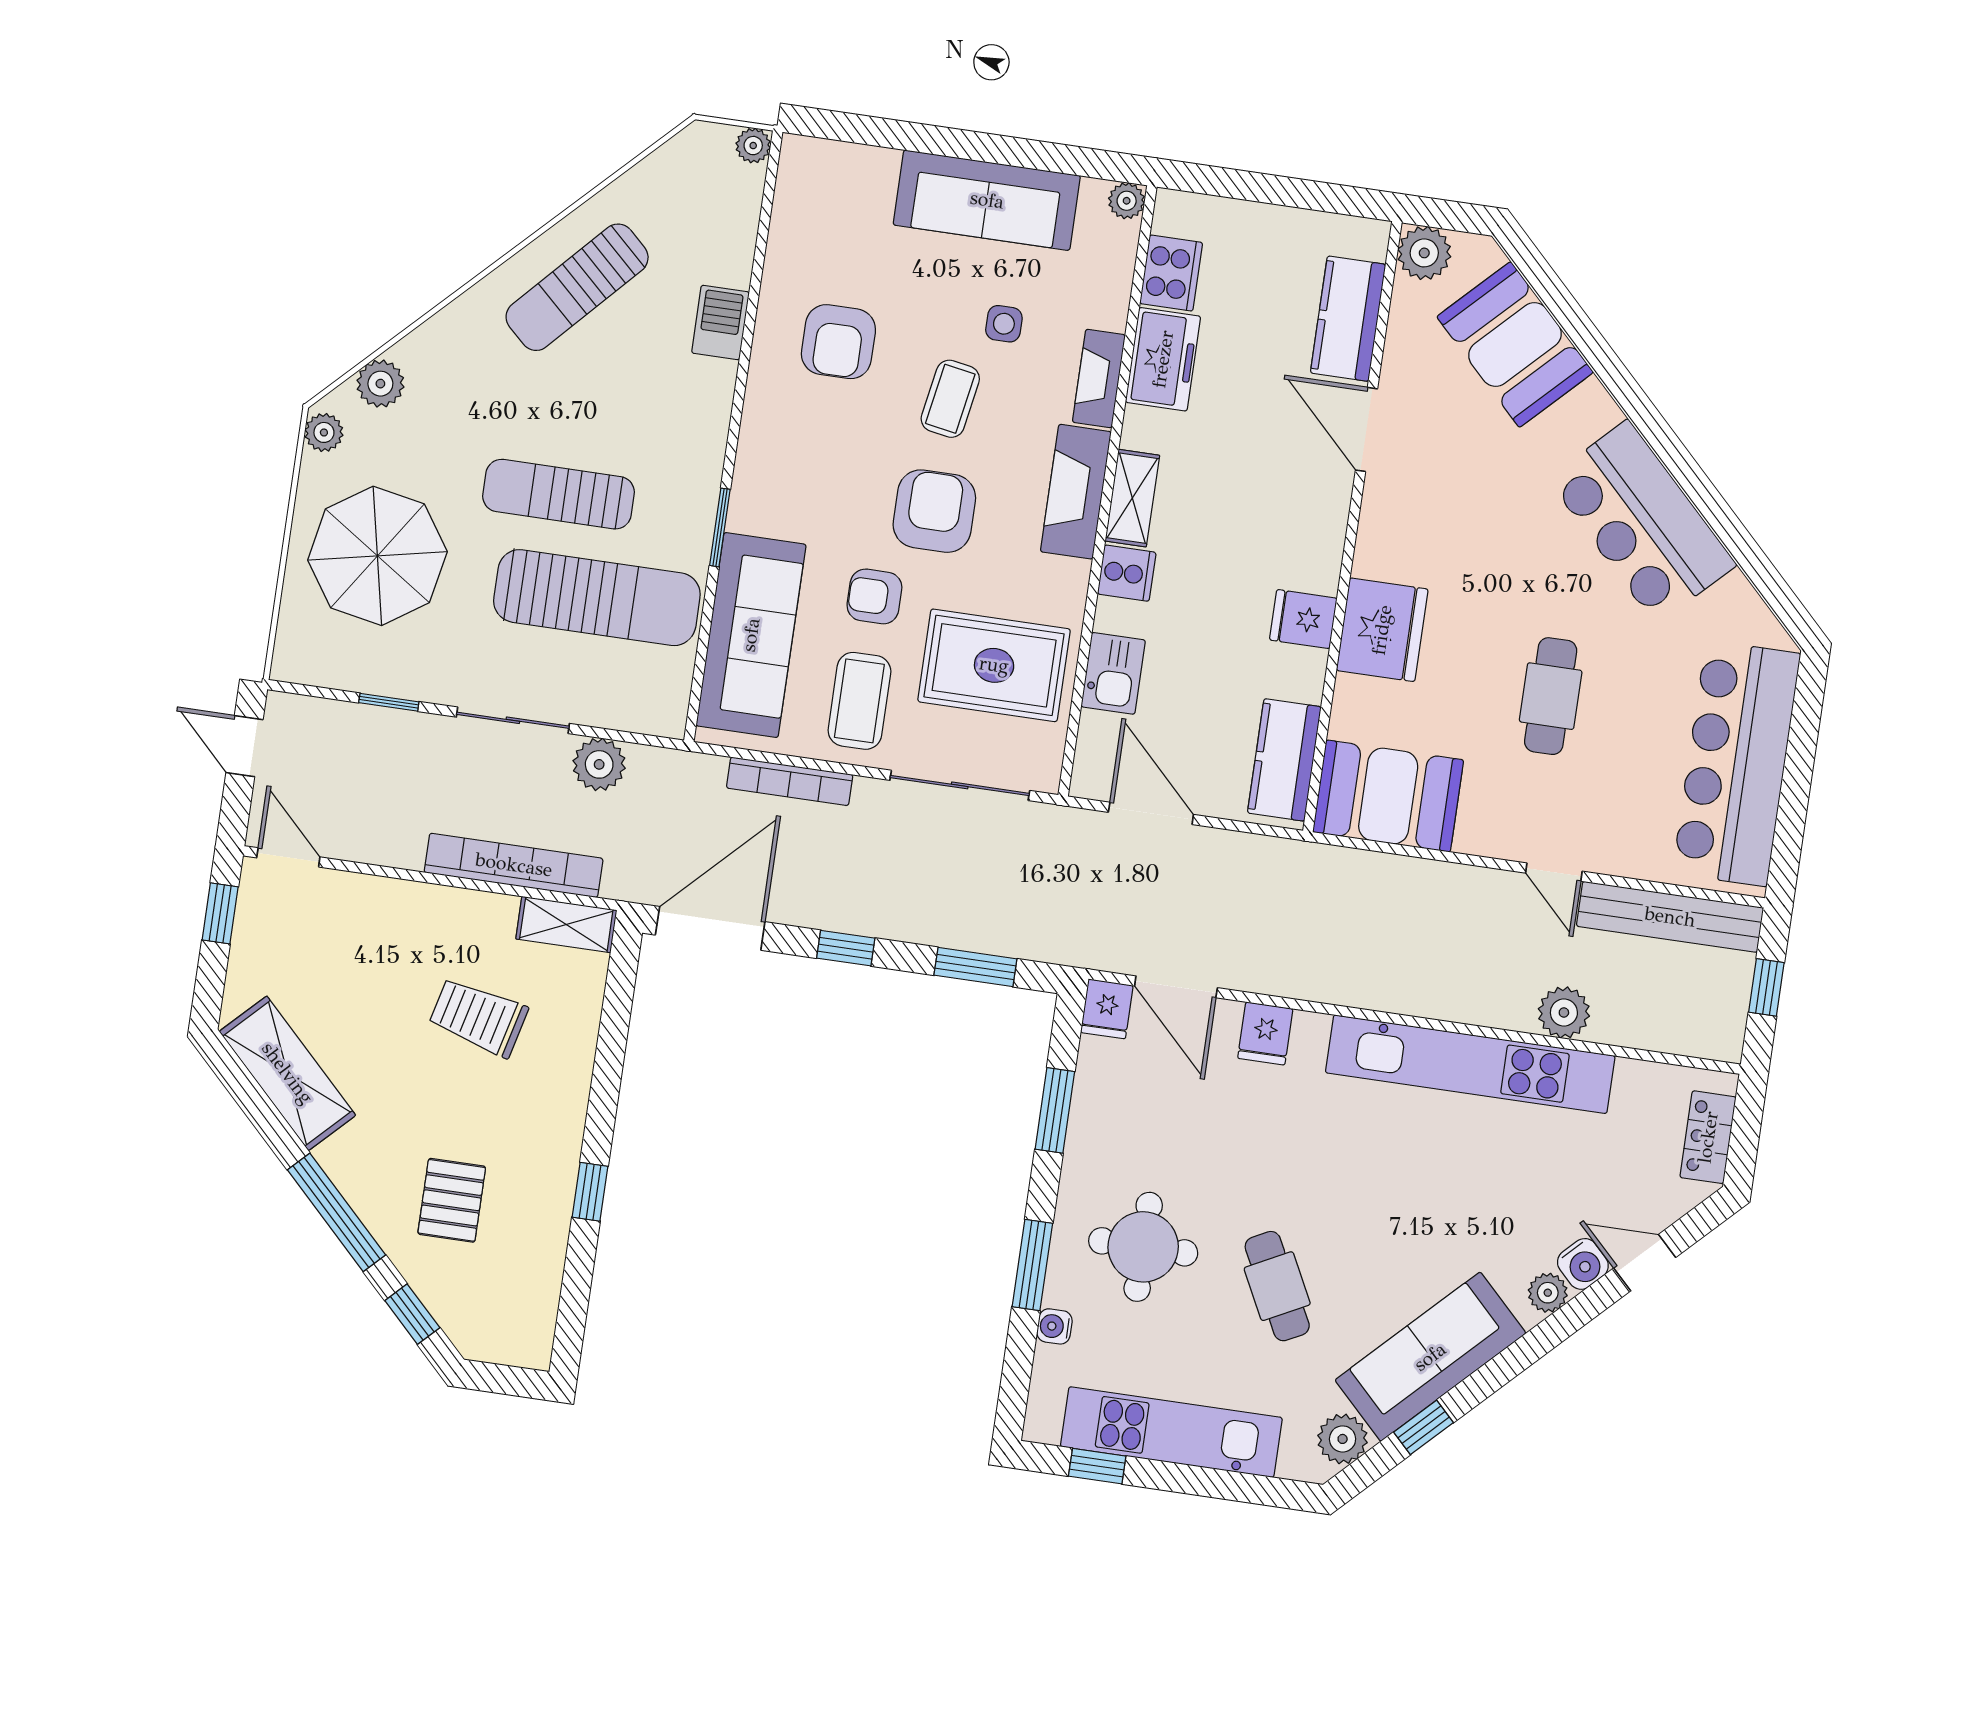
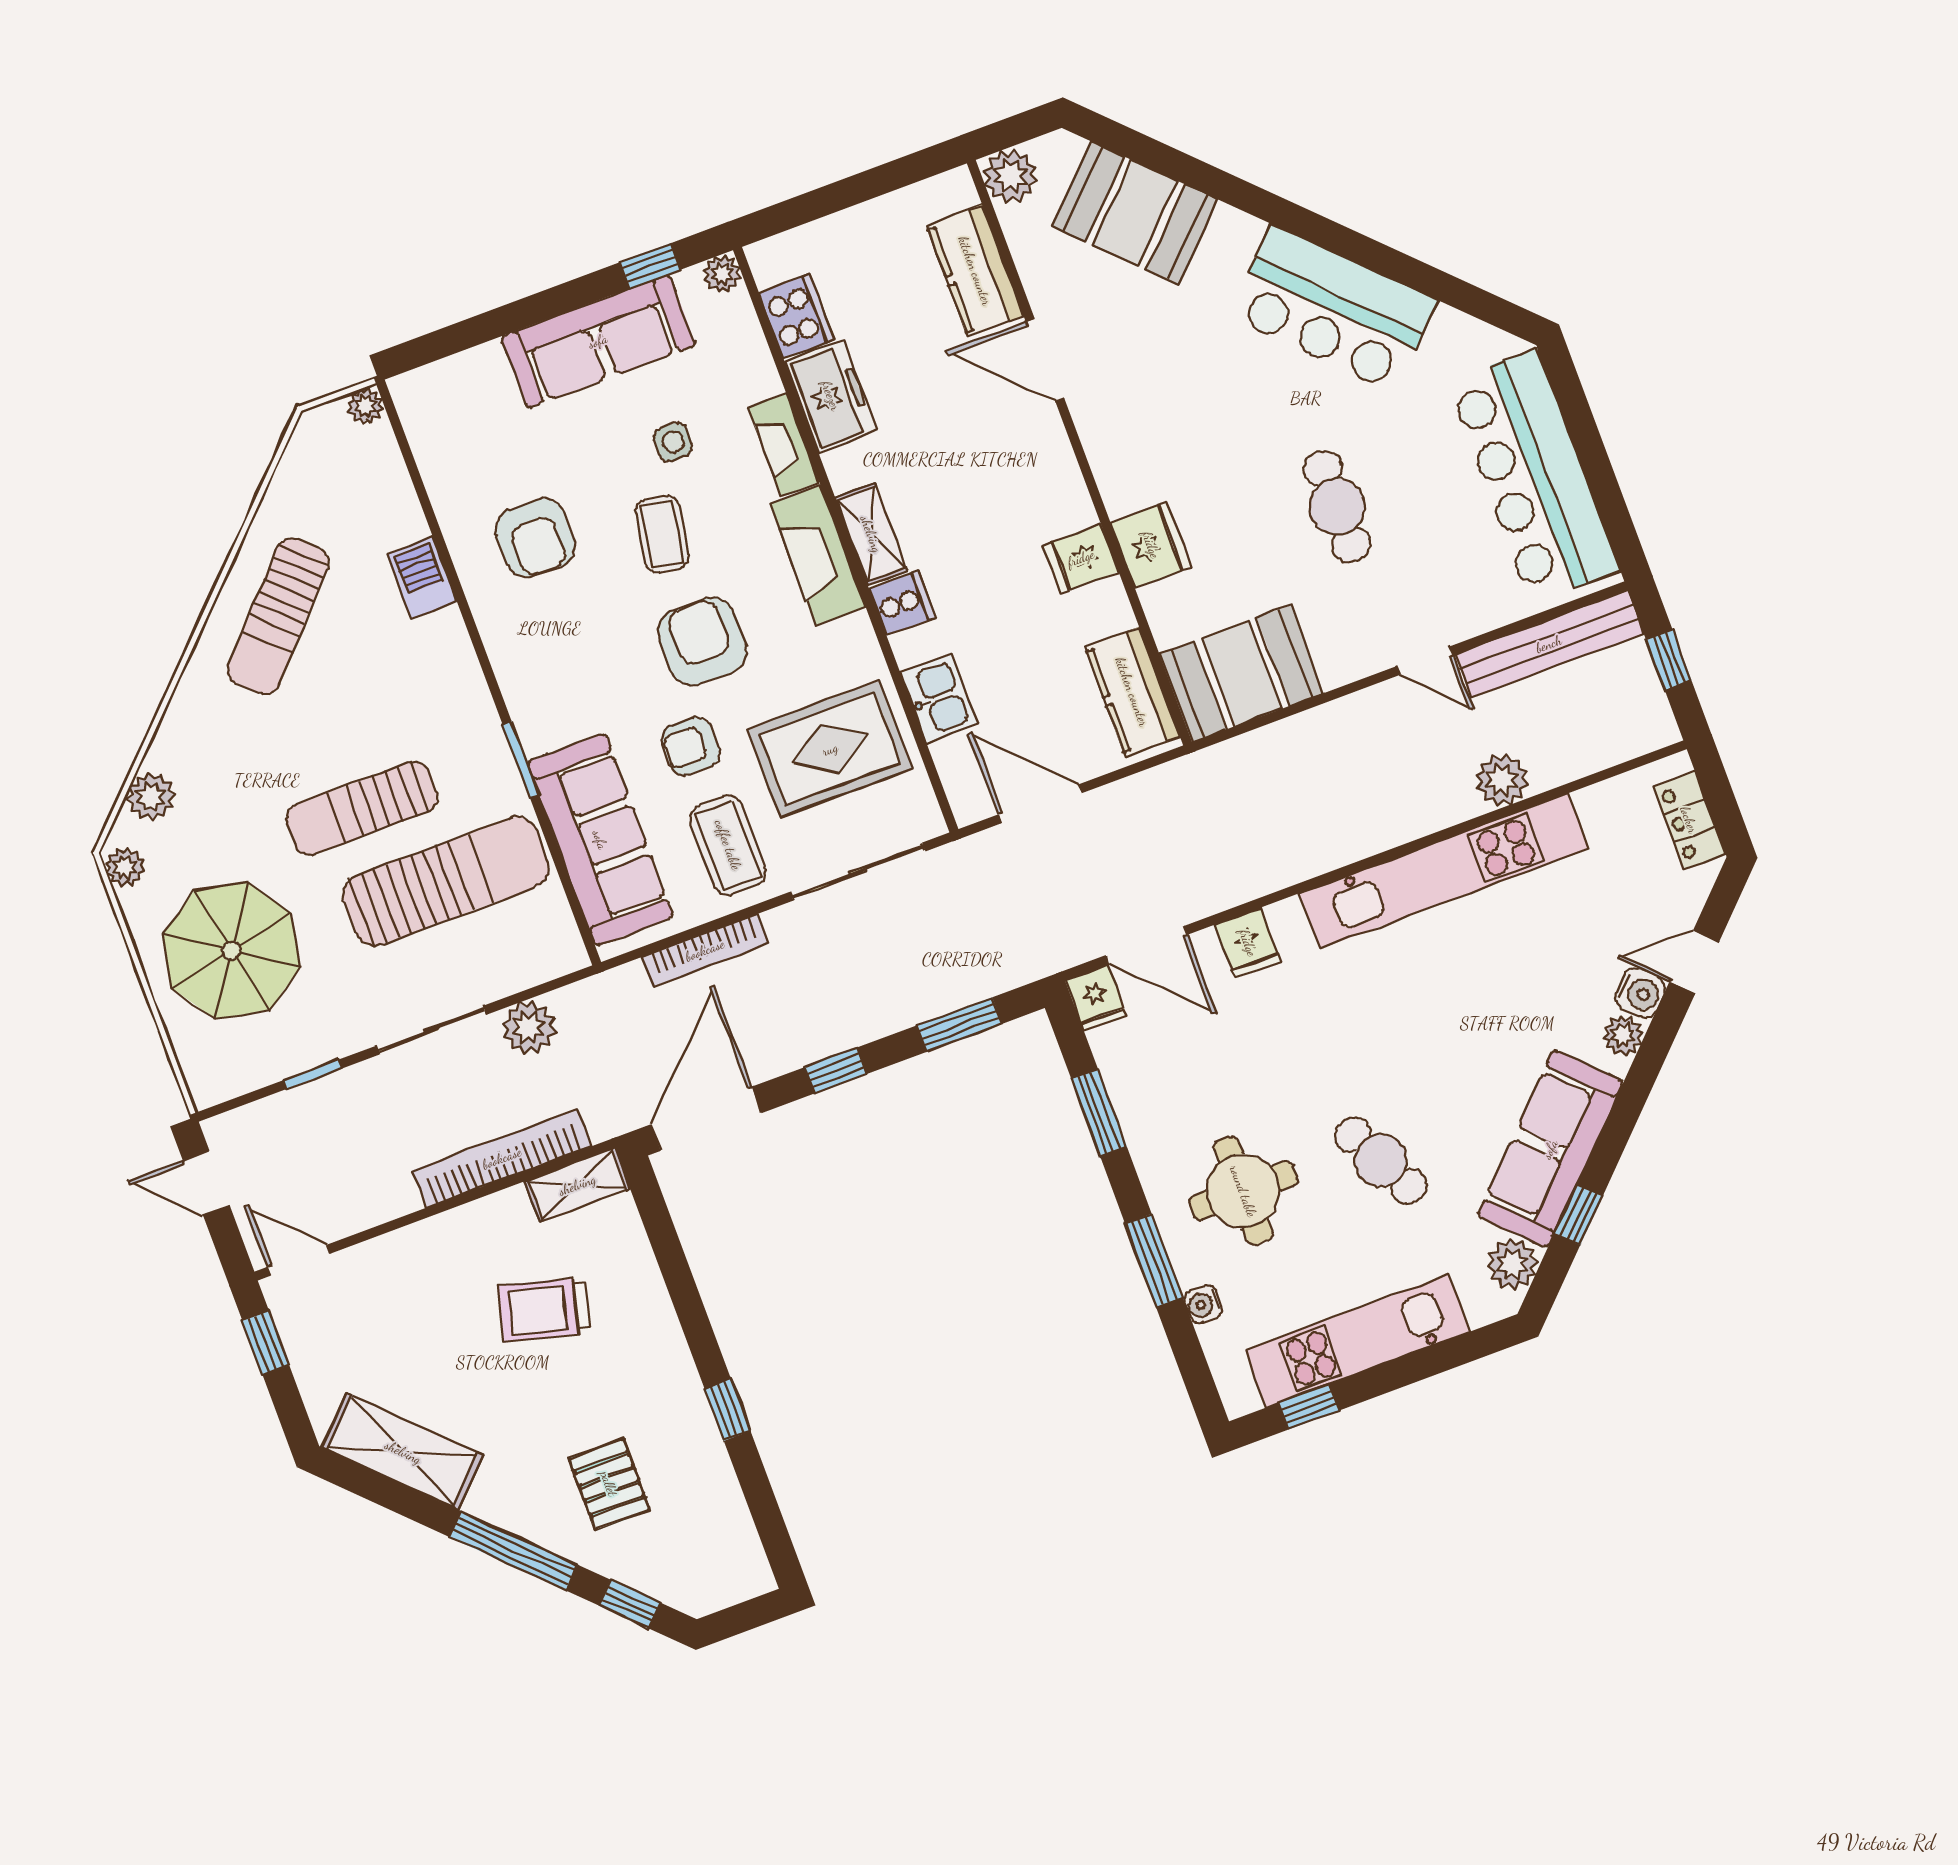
window: (1068, 160) -> (650, 266), added
fridge: (1382, 630) -> (1151, 545), width x0.73, depth x0.75

